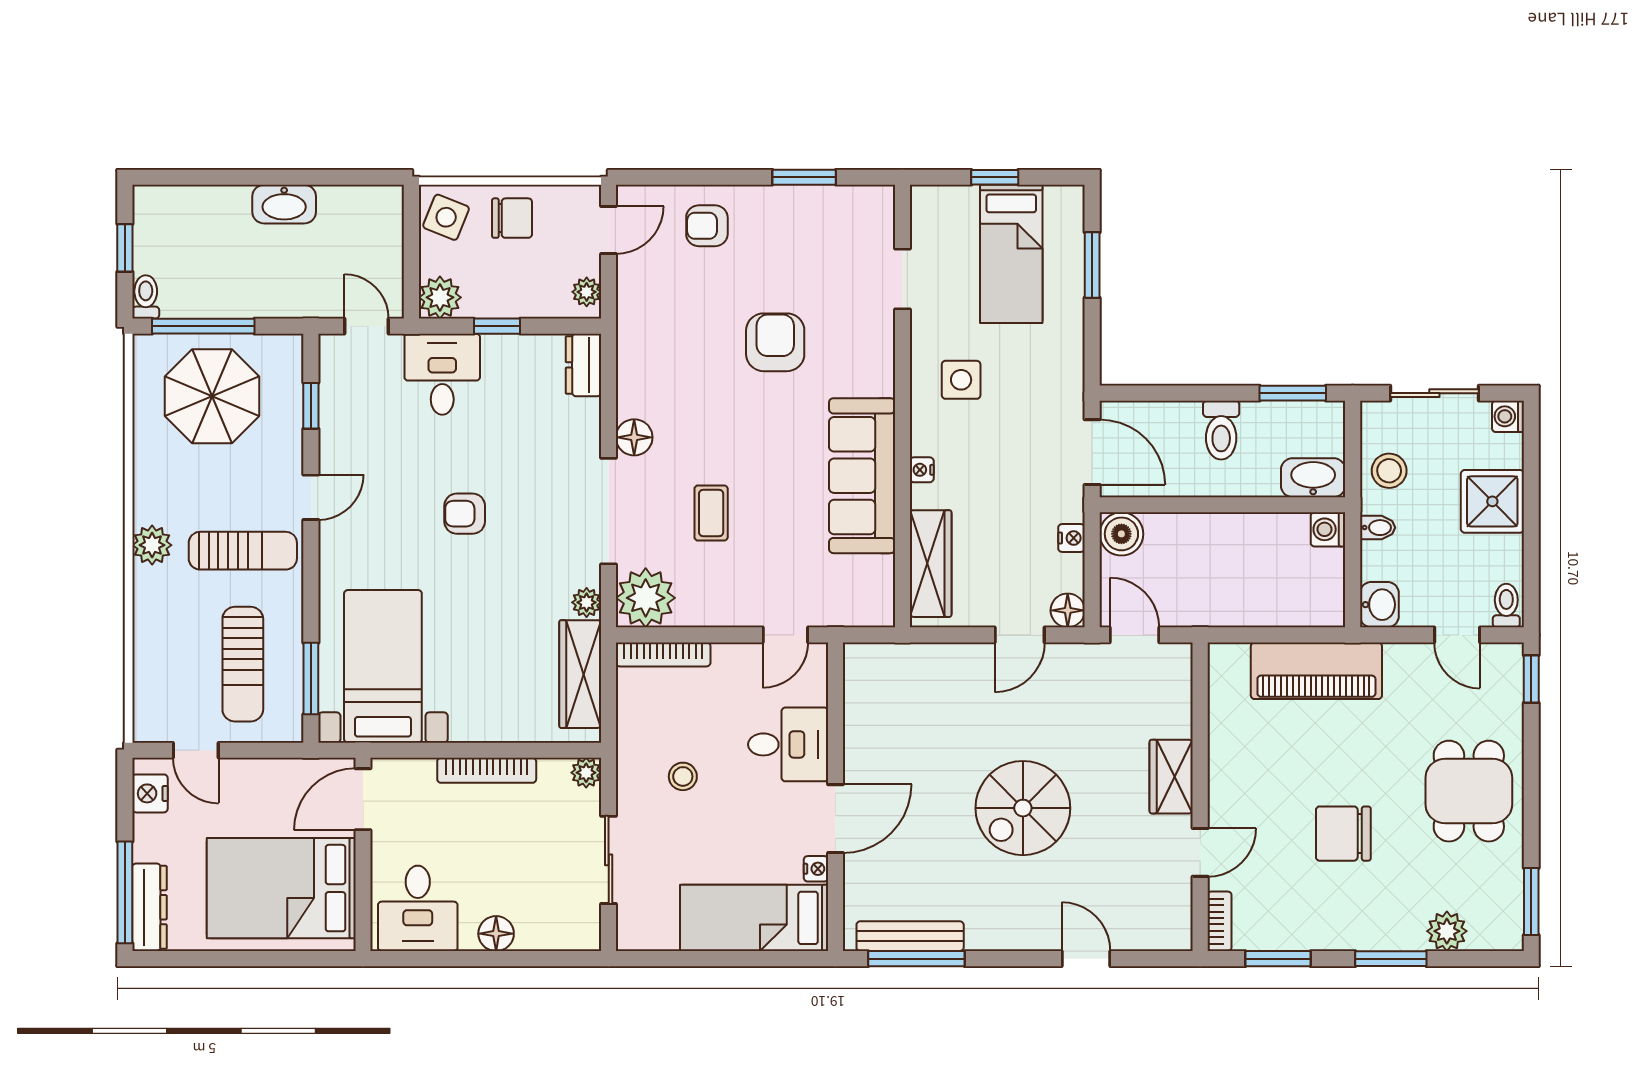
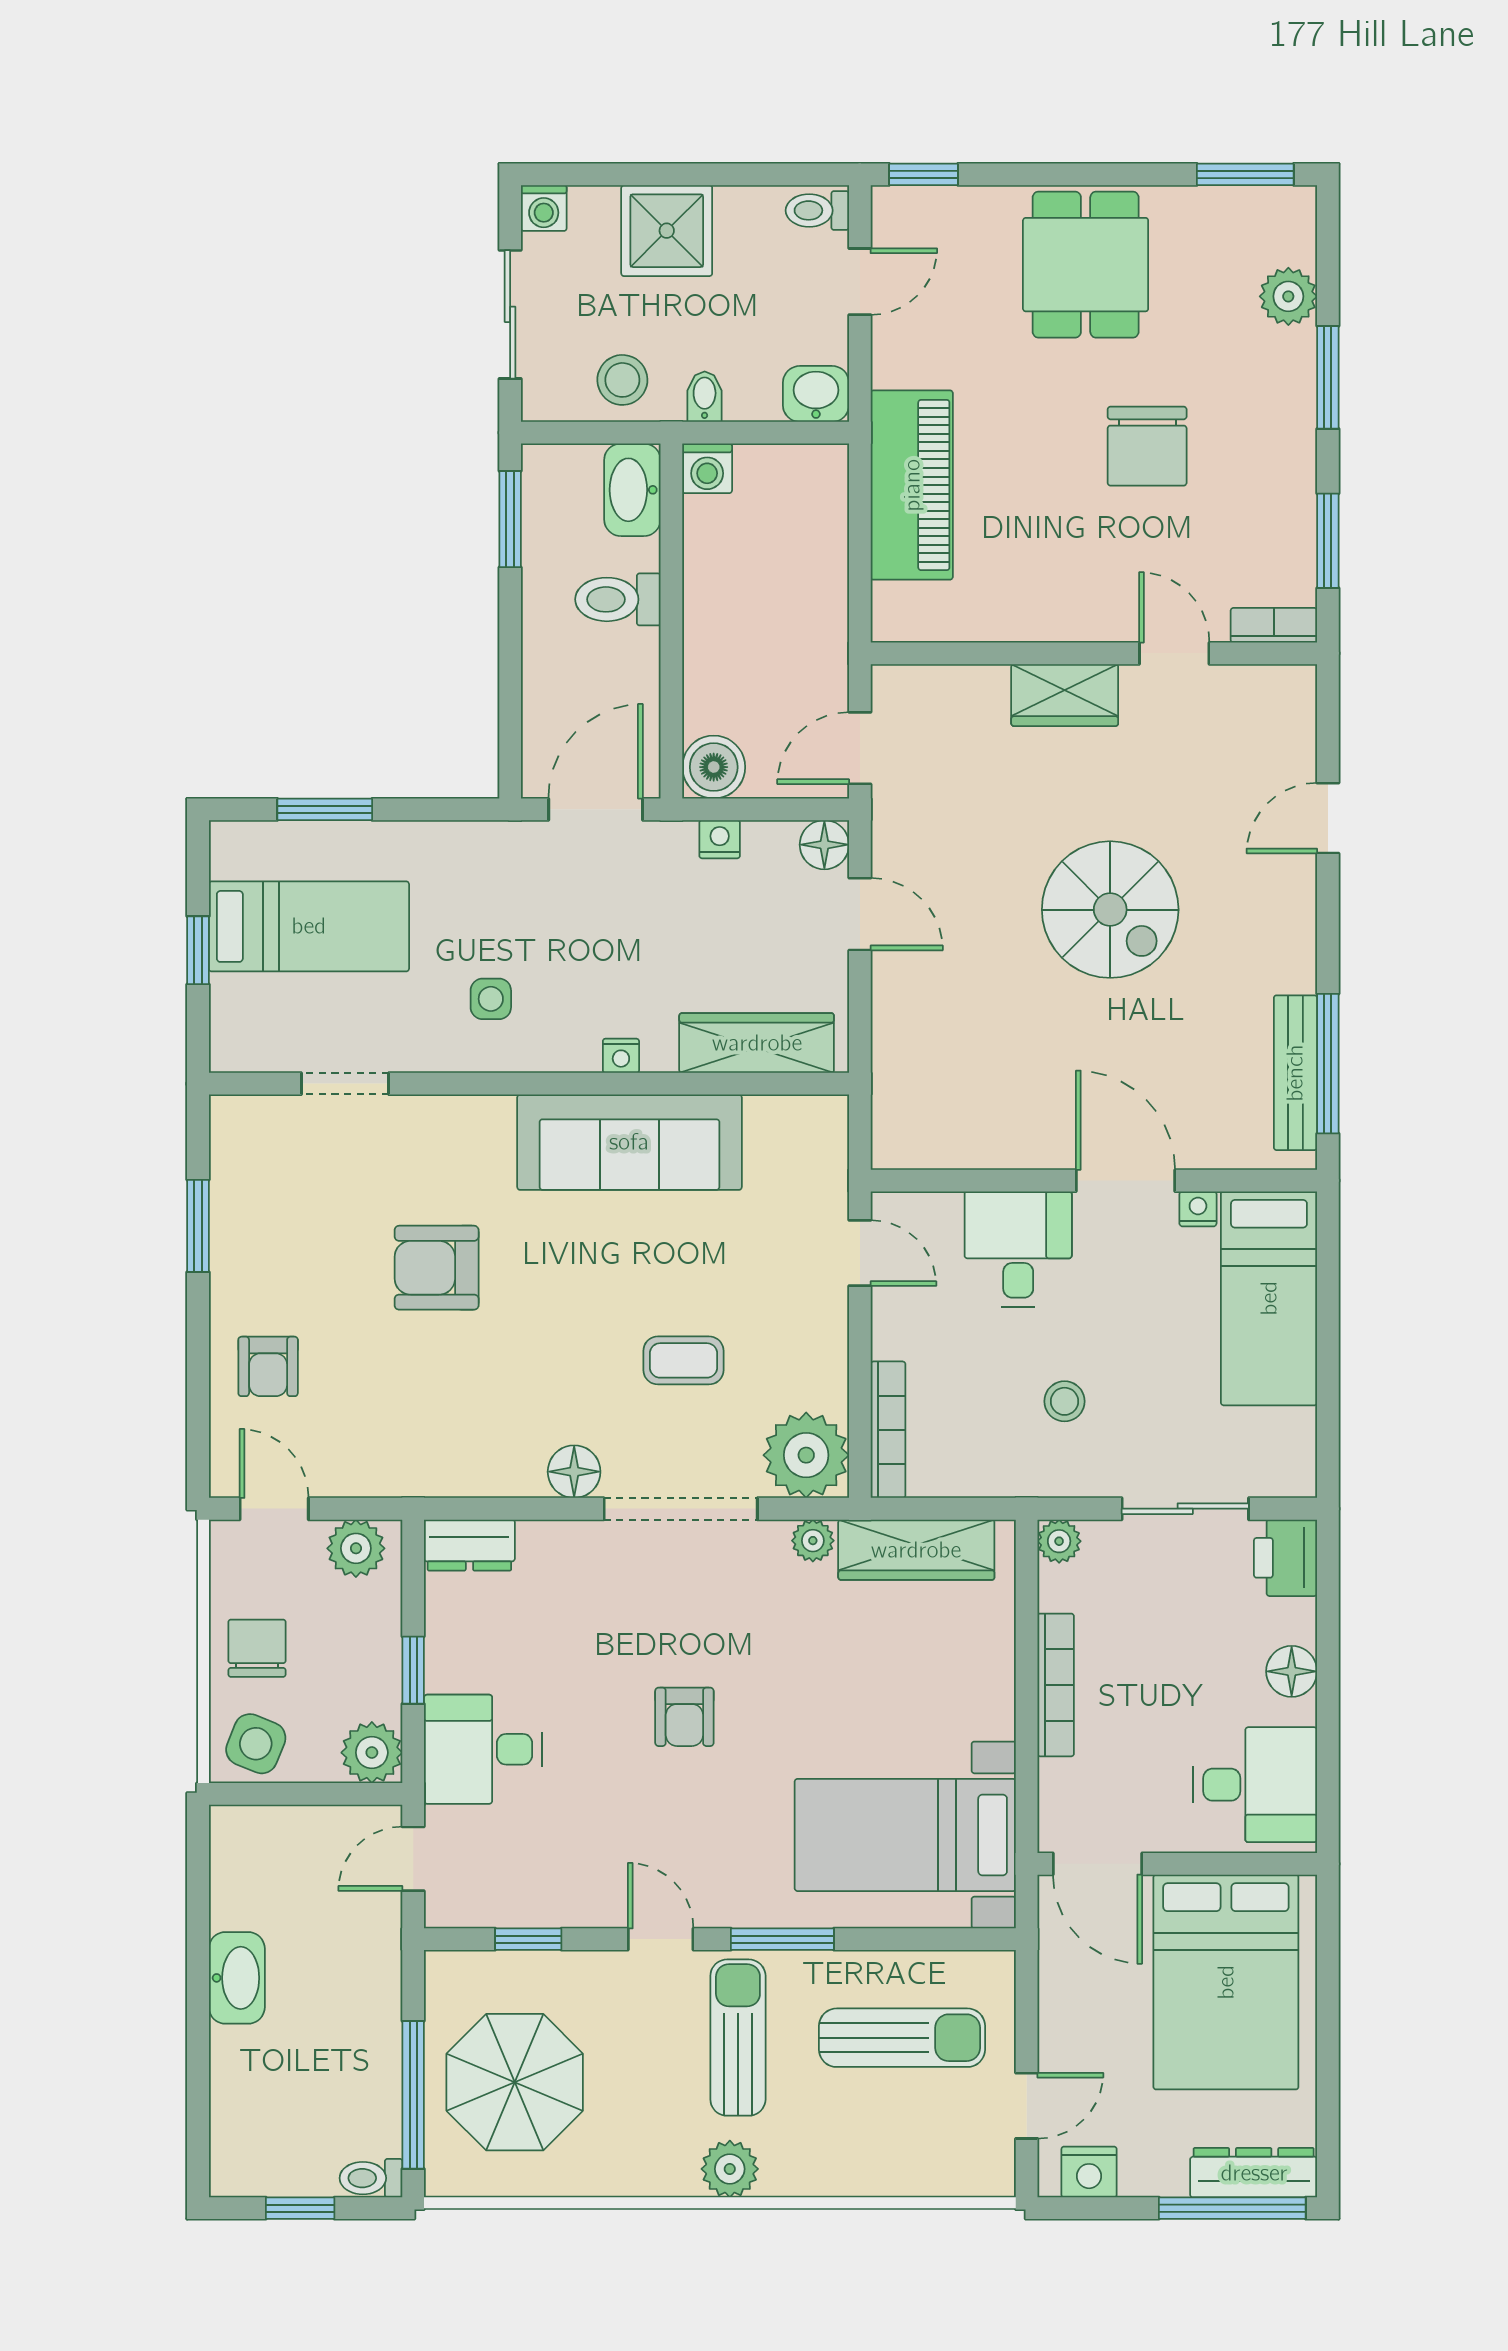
plant: (587, 292) -> (356, 1548), width x1.38, depth x1.38
side table: (961, 380) -> (491, 999), width x0.73, depth x0.73
toilet: (1221, 430) -> (618, 599), moved, turned 180
window: (311, 678) -> (782, 1939), moved
dining table: (1469, 791) -> (1086, 265), turned 90
printer: (575, 929) -> (1285, 1558), added

